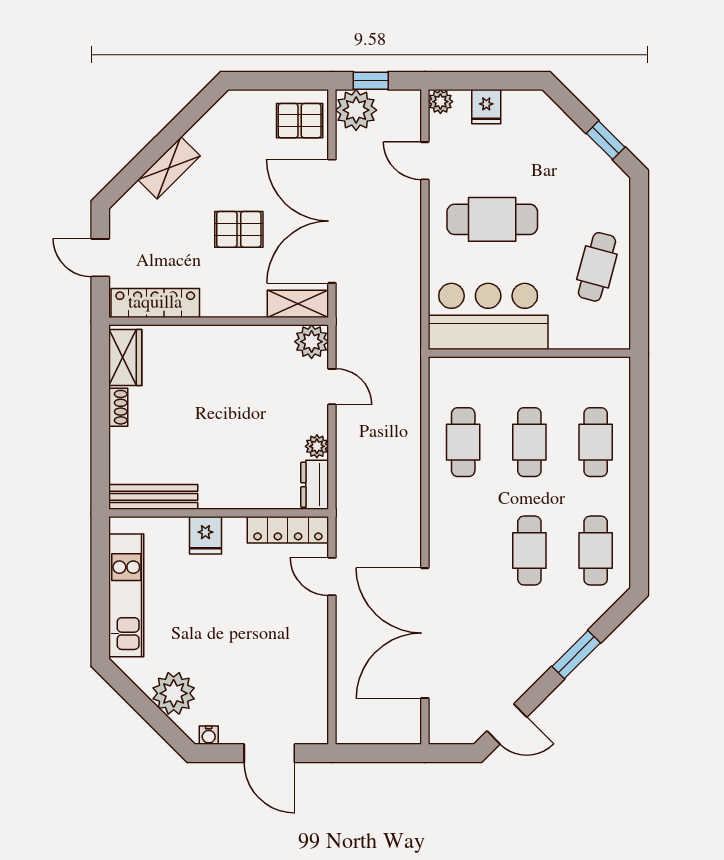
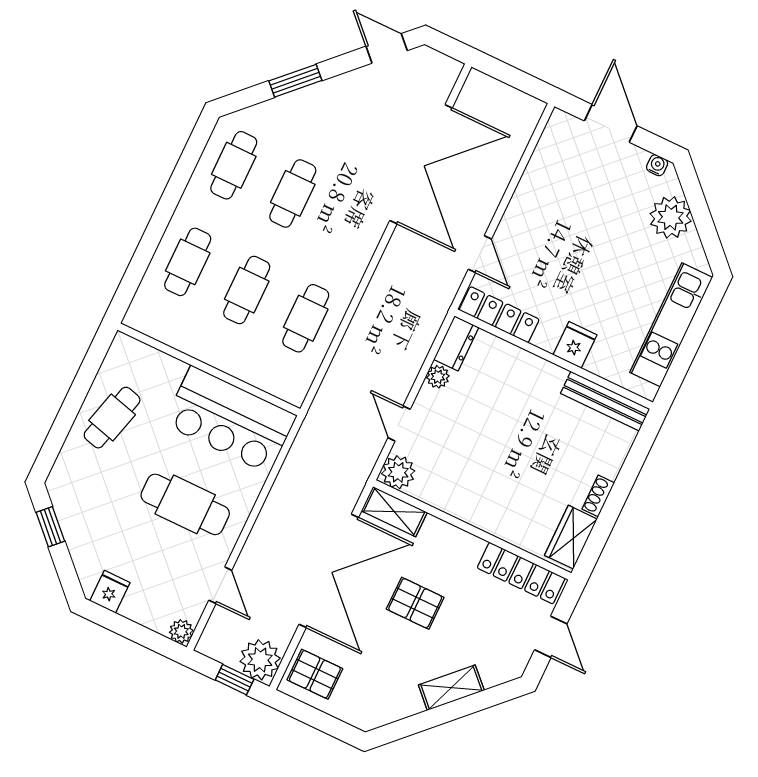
fridge: (486, 107) -> (110, 592), moved

